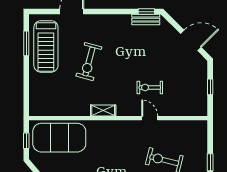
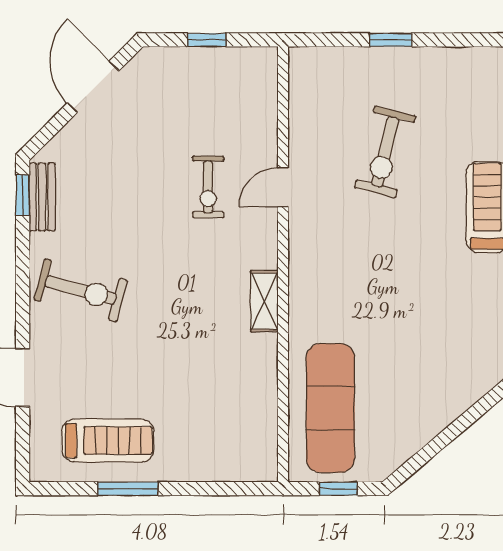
window: (26, 43) -> (128, 489), moved
treadmill: (46, 46) -> (108, 441), width x0.73, depth x0.73
exercise bike: (89, 62) -> (81, 290), moved
exercise mat: (59, 138) -> (330, 408), width x0.68

